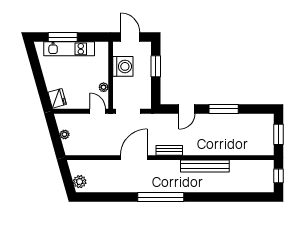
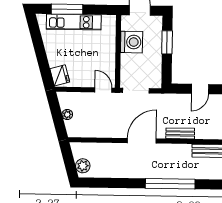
plant: (104, 87) -> (110, 64), removed

